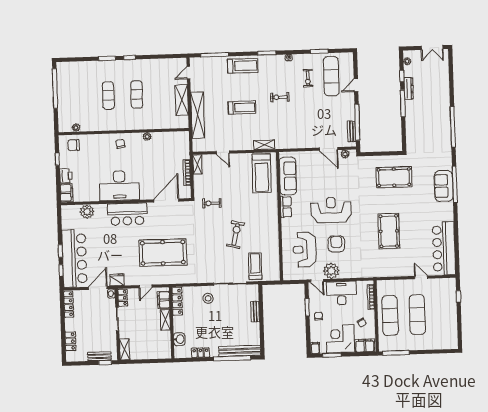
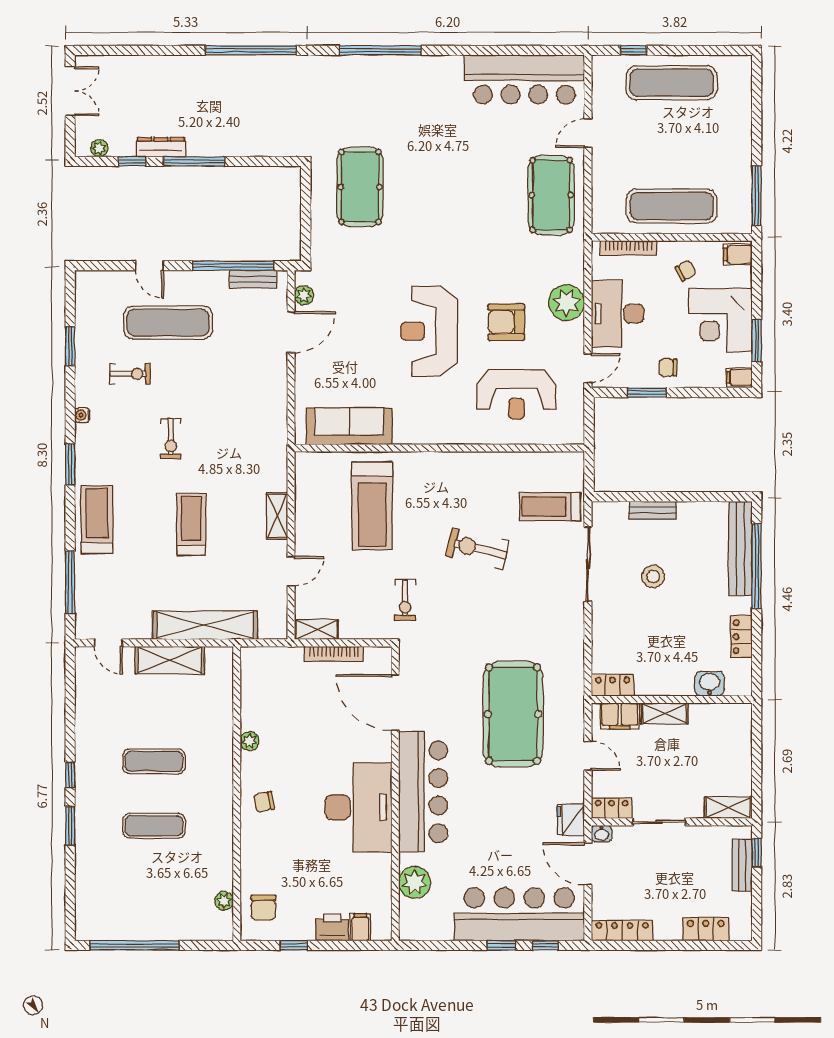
exercise mat: (331, 76) -> (168, 323), moved
shelving: (264, 145) -> (277, 516), moved
treadmill: (262, 173) -> (372, 506), moved, turned 90
sofa: (444, 186) -> (383, 75), removed
filing cabinet: (66, 193) -> (360, 927), width x0.50
row of seats: (286, 207) -> (419, 433), removed
bar counter: (127, 214) -> (423, 792), width x1.36
pool table: (389, 231) -> (551, 195), moved, turned 90
plant: (331, 271) -> (567, 303), moved
stool: (208, 298) -> (653, 577), moved
locker: (177, 301) -> (613, 685), width x0.66
exercise mat: (417, 315) -> (672, 83), moved
filing cabinet: (365, 346) -> (738, 254), width x0.50

